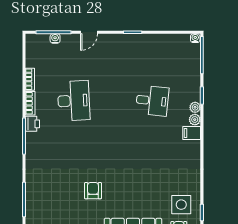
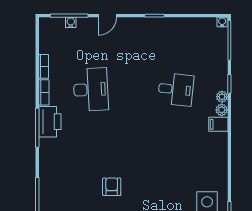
printer: (32, 124) -> (50, 122), width x1.87, depth x1.48

